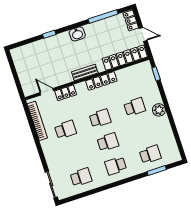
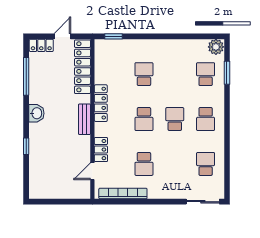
plant: (159, 110) -> (216, 47), moved
school desk: (100, 118) -> (144, 119), turned 180
school desk: (65, 130) -> (144, 164), turned 180

